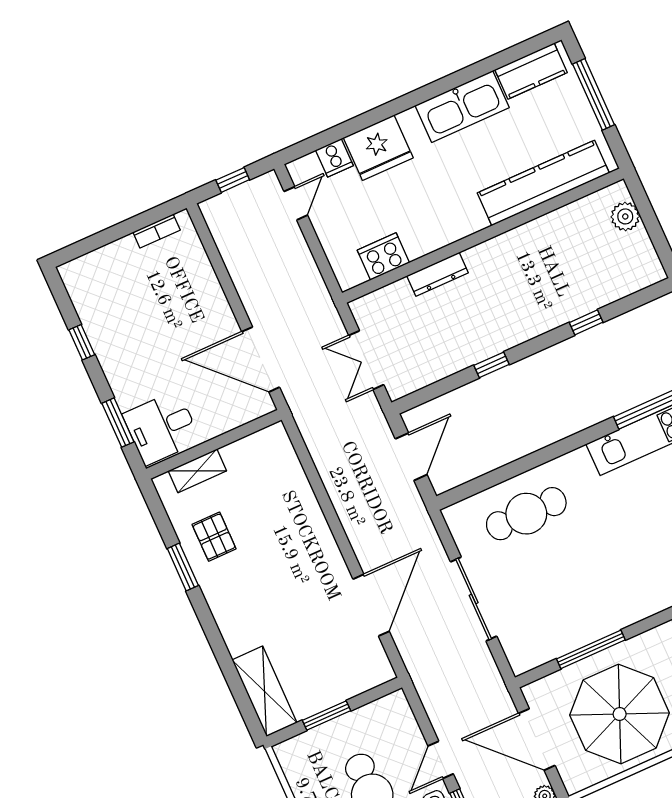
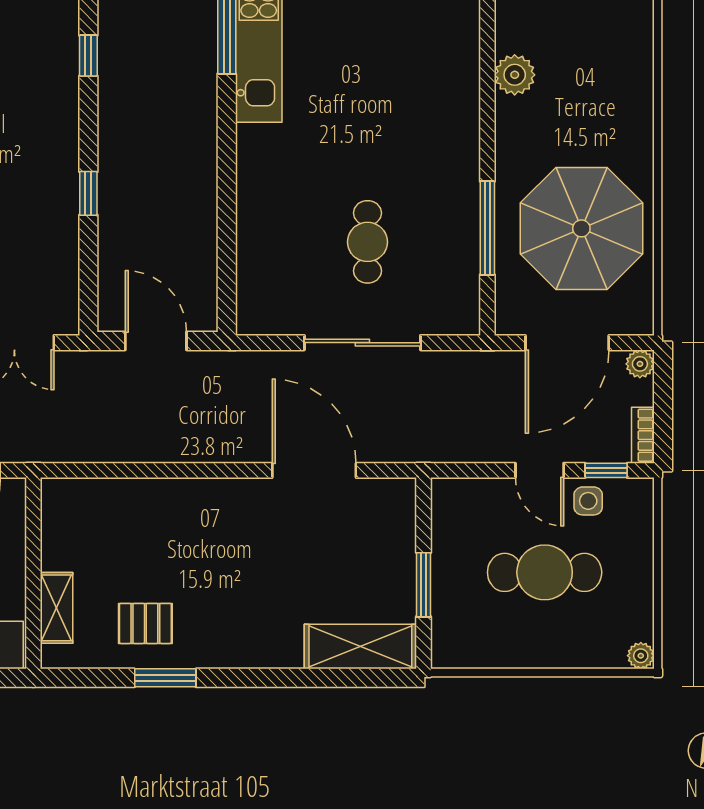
cafe table: (526, 514) -> (367, 242), moved, width x0.73, depth x0.74

